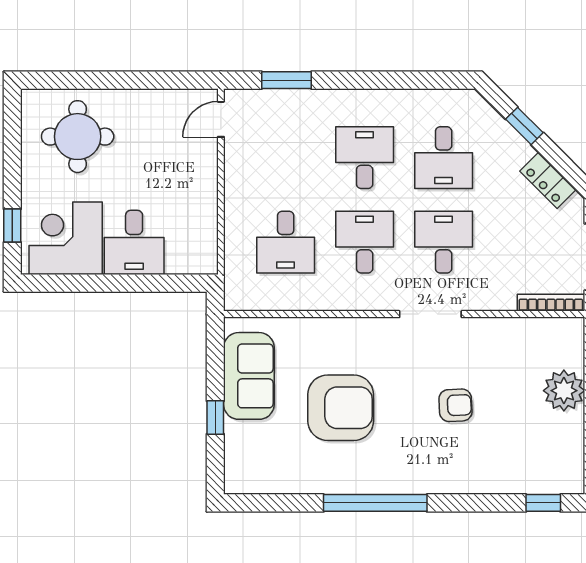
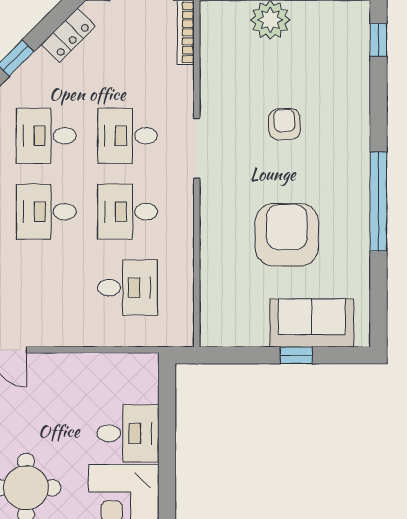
desk: (444, 158) -> (46, 136), turned 180
sofa: (249, 376) -> (312, 323), moved

